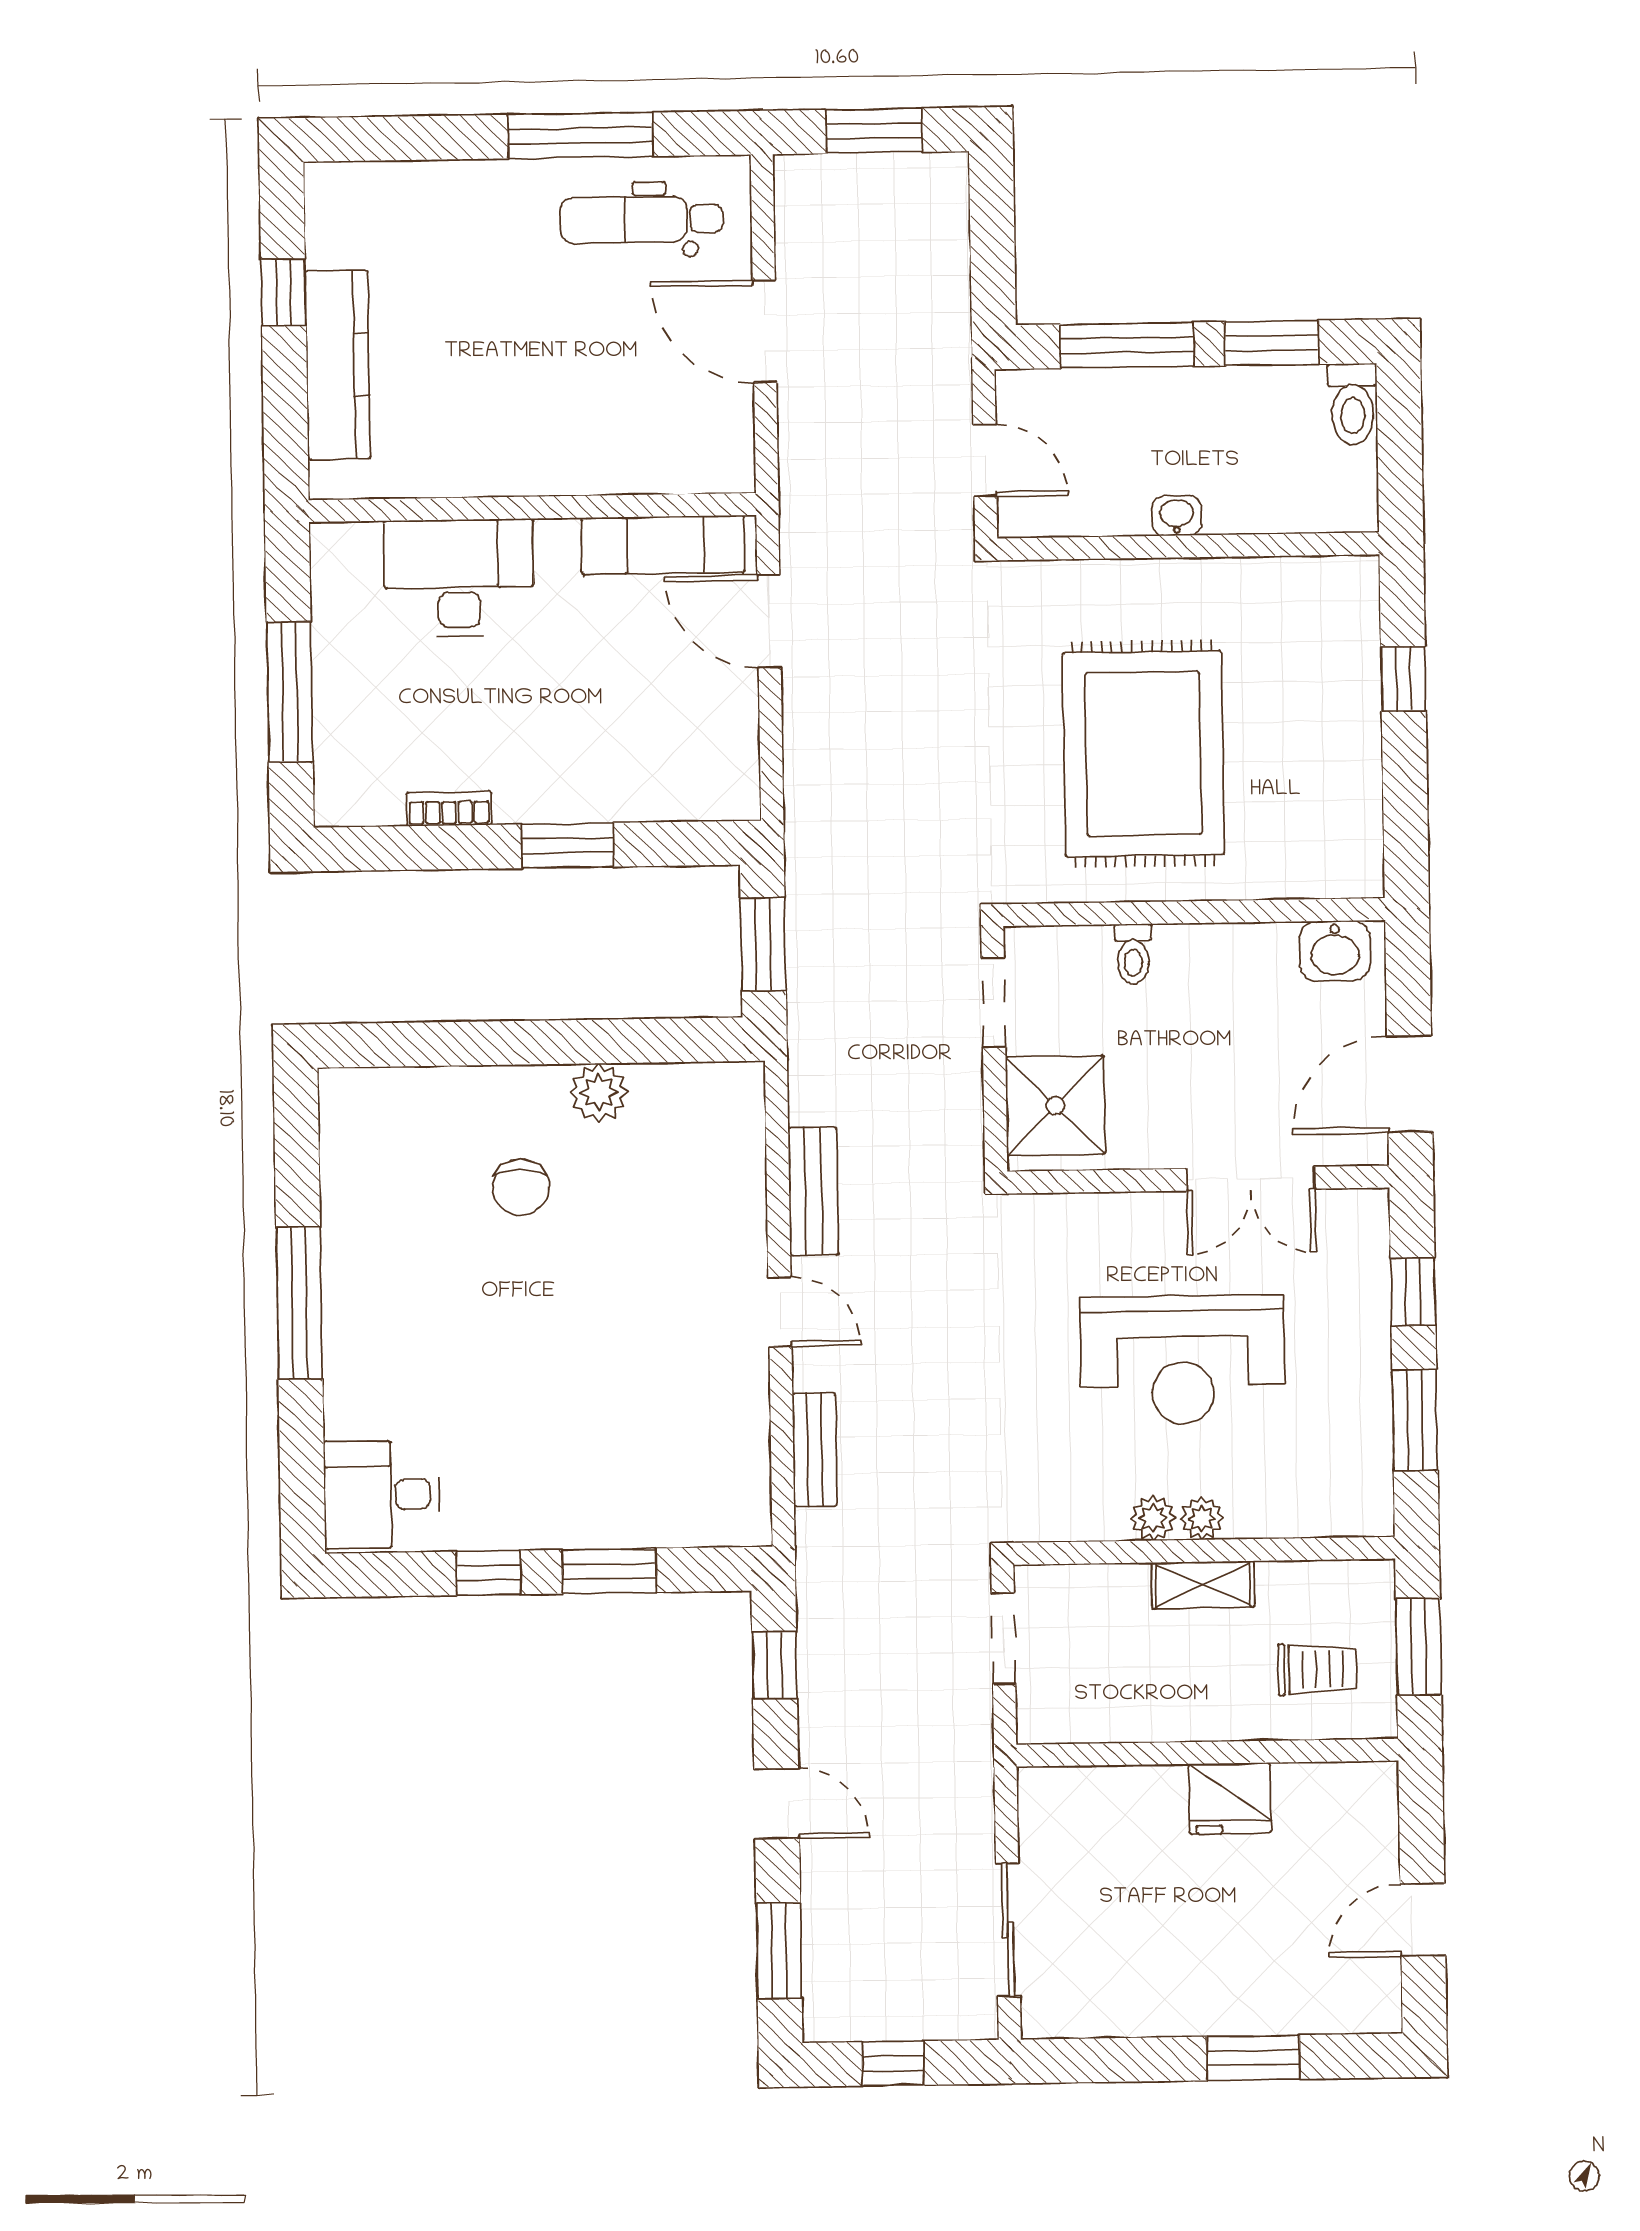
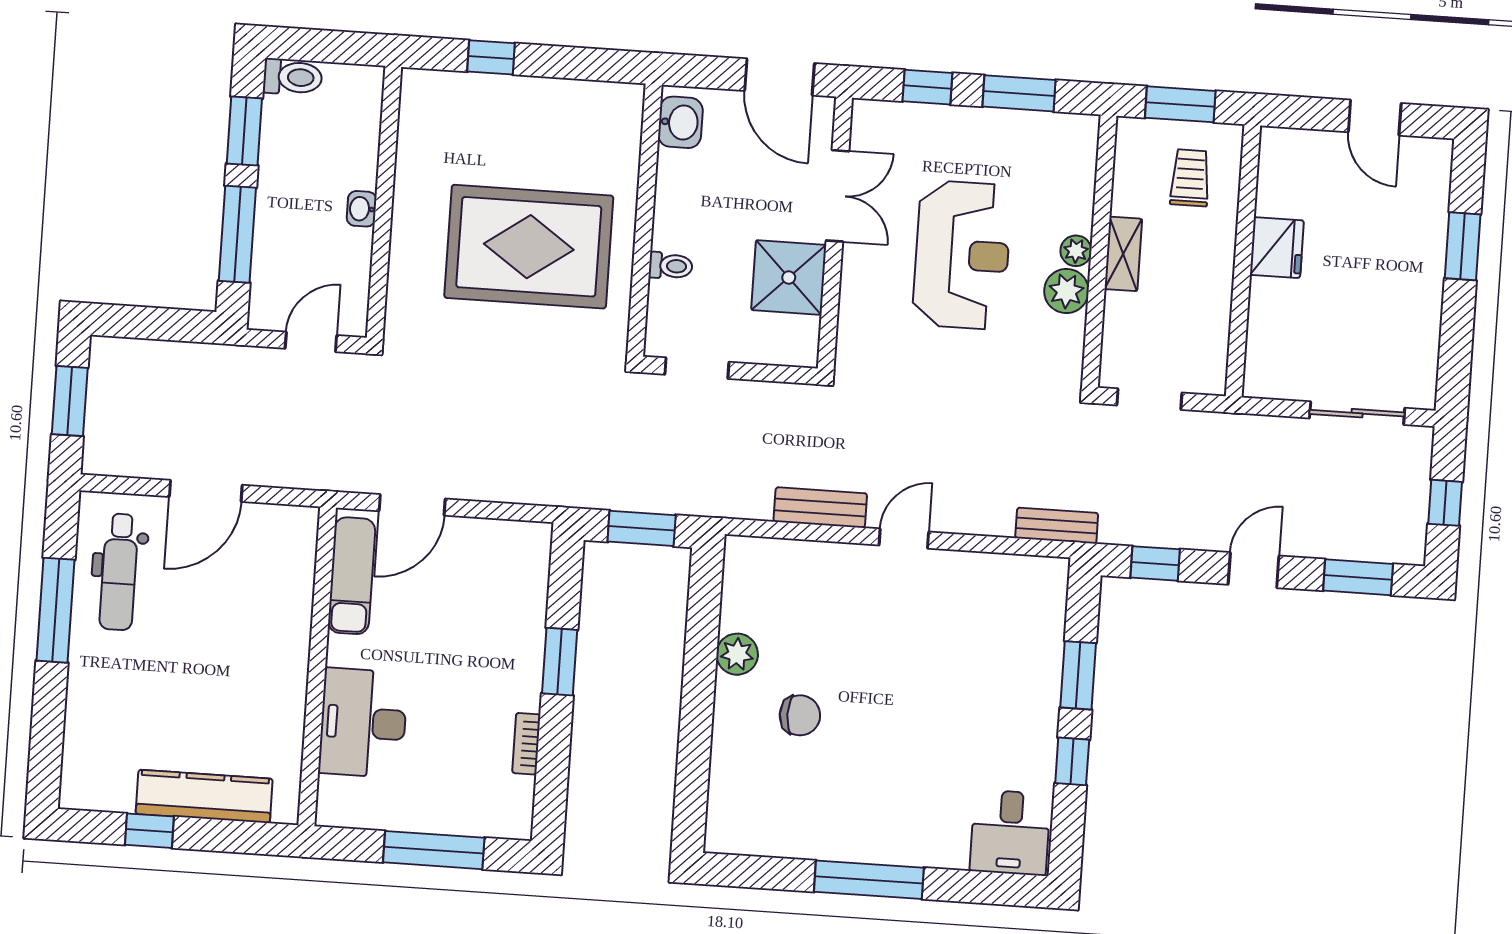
shower: (1055, 1106) -> (789, 277), moved
bench: (815, 1450) -> (1057, 526), moved
plant: (1153, 1518) -> (1066, 291), width x1.38, depth x1.38

